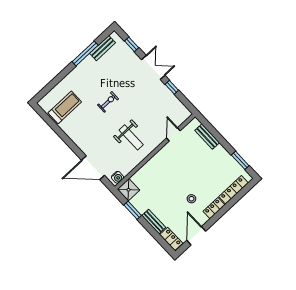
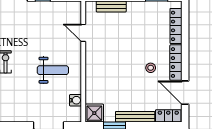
water cooler: (118, 177) -> (75, 100), moved
locker: (214, 208) -> (176, 63), width x1.53
bench: (154, 222) -> (135, 117), width x1.36

